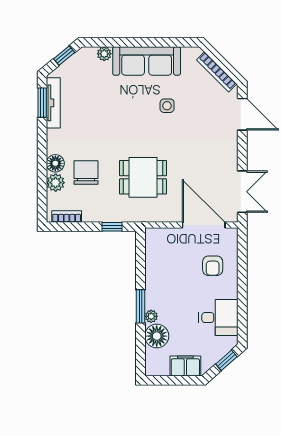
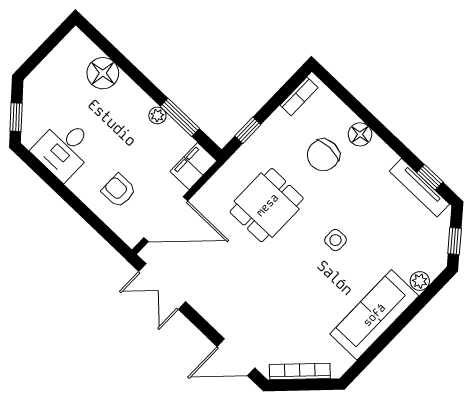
window: (42, 103) -> (430, 177), width x0.67
side table: (167, 106) -> (336, 240), moved
chair: (86, 173) -> (323, 155), turned 90
plant: (56, 183) -> (341, 117), removed
window: (141, 306) -> (180, 117), moved
plant: (151, 316) -> (157, 115), moved
filing cabinet: (185, 366) -> (193, 166), moved, turned 180

